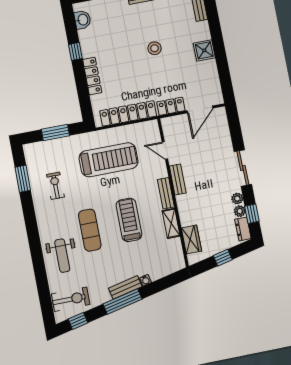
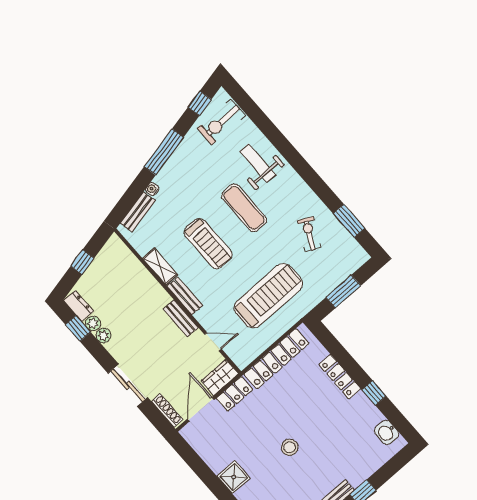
shoe rack: (223, 122) -> (167, 410), added
treadmill: (109, 160) -> (268, 296), turned 180
sliding door: (243, 168) -> (128, 385), moved
exercise bike: (55, 186) -> (309, 234), turned -153
wardrobe: (191, 240) -> (220, 377), moved, turned 90
bench: (125, 287) -> (138, 212), moved

